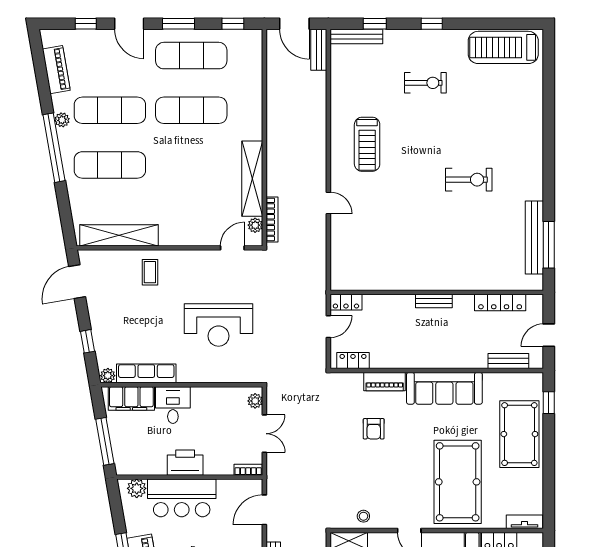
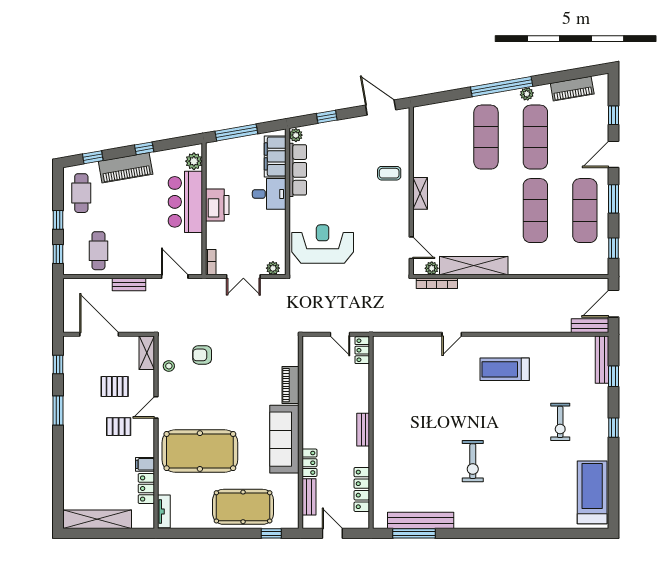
shelving: (119, 235) -> (420, 193), moved, width x0.45, depth x0.75
reception desk: (219, 325) -> (323, 244), moved, turned 90
locker: (353, 361) -> (309, 463), moved
armchair: (374, 429) -> (202, 355), moved

